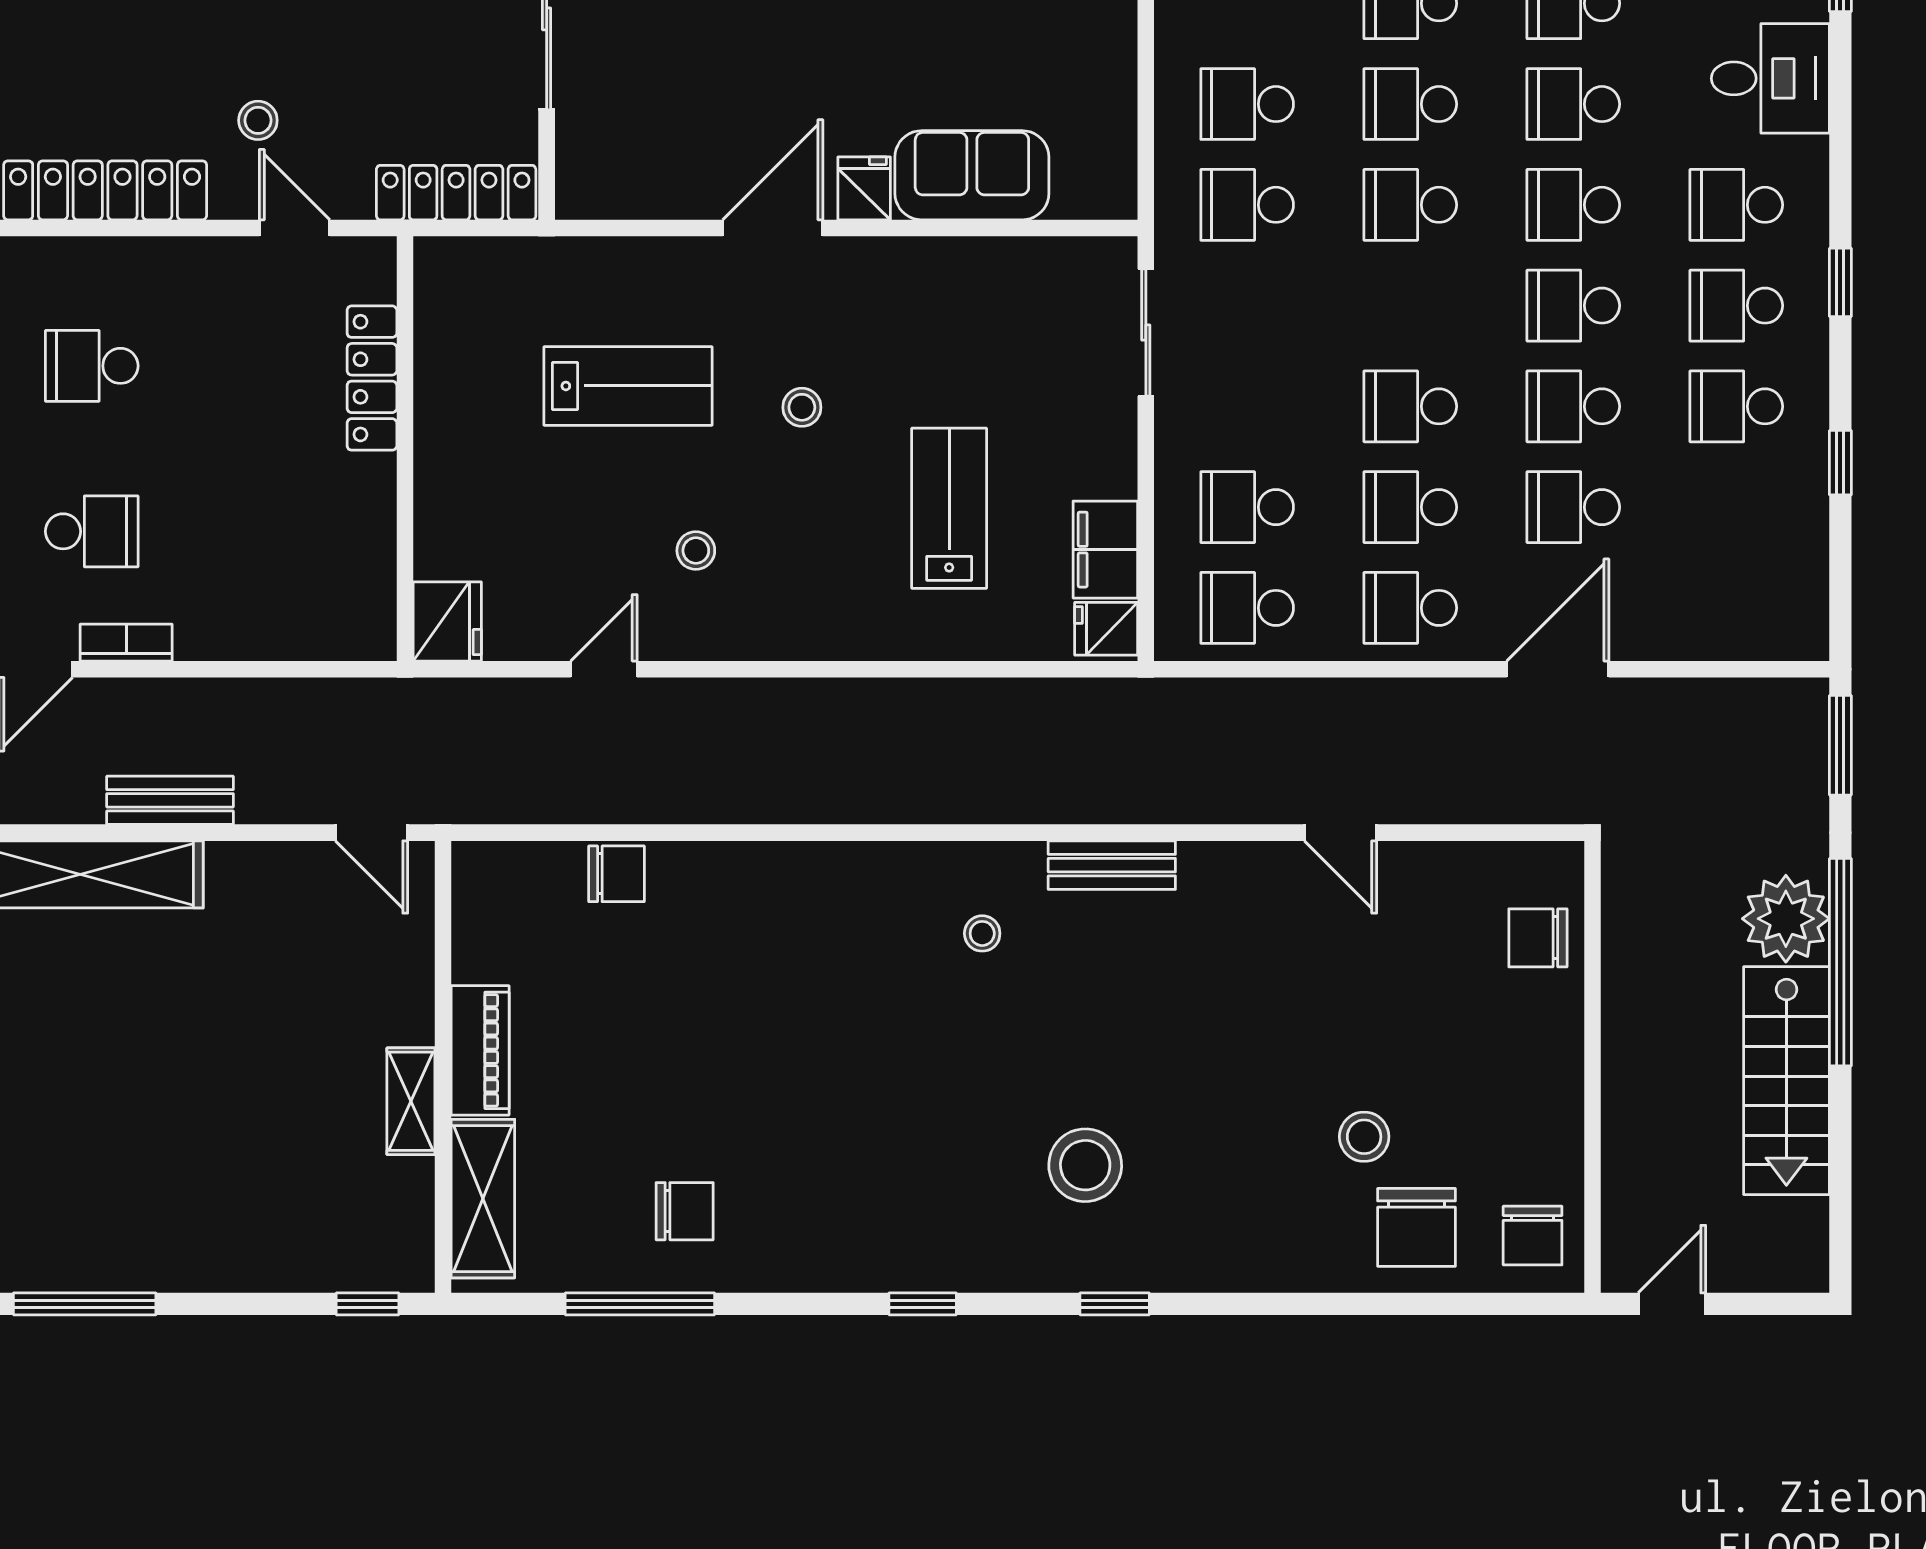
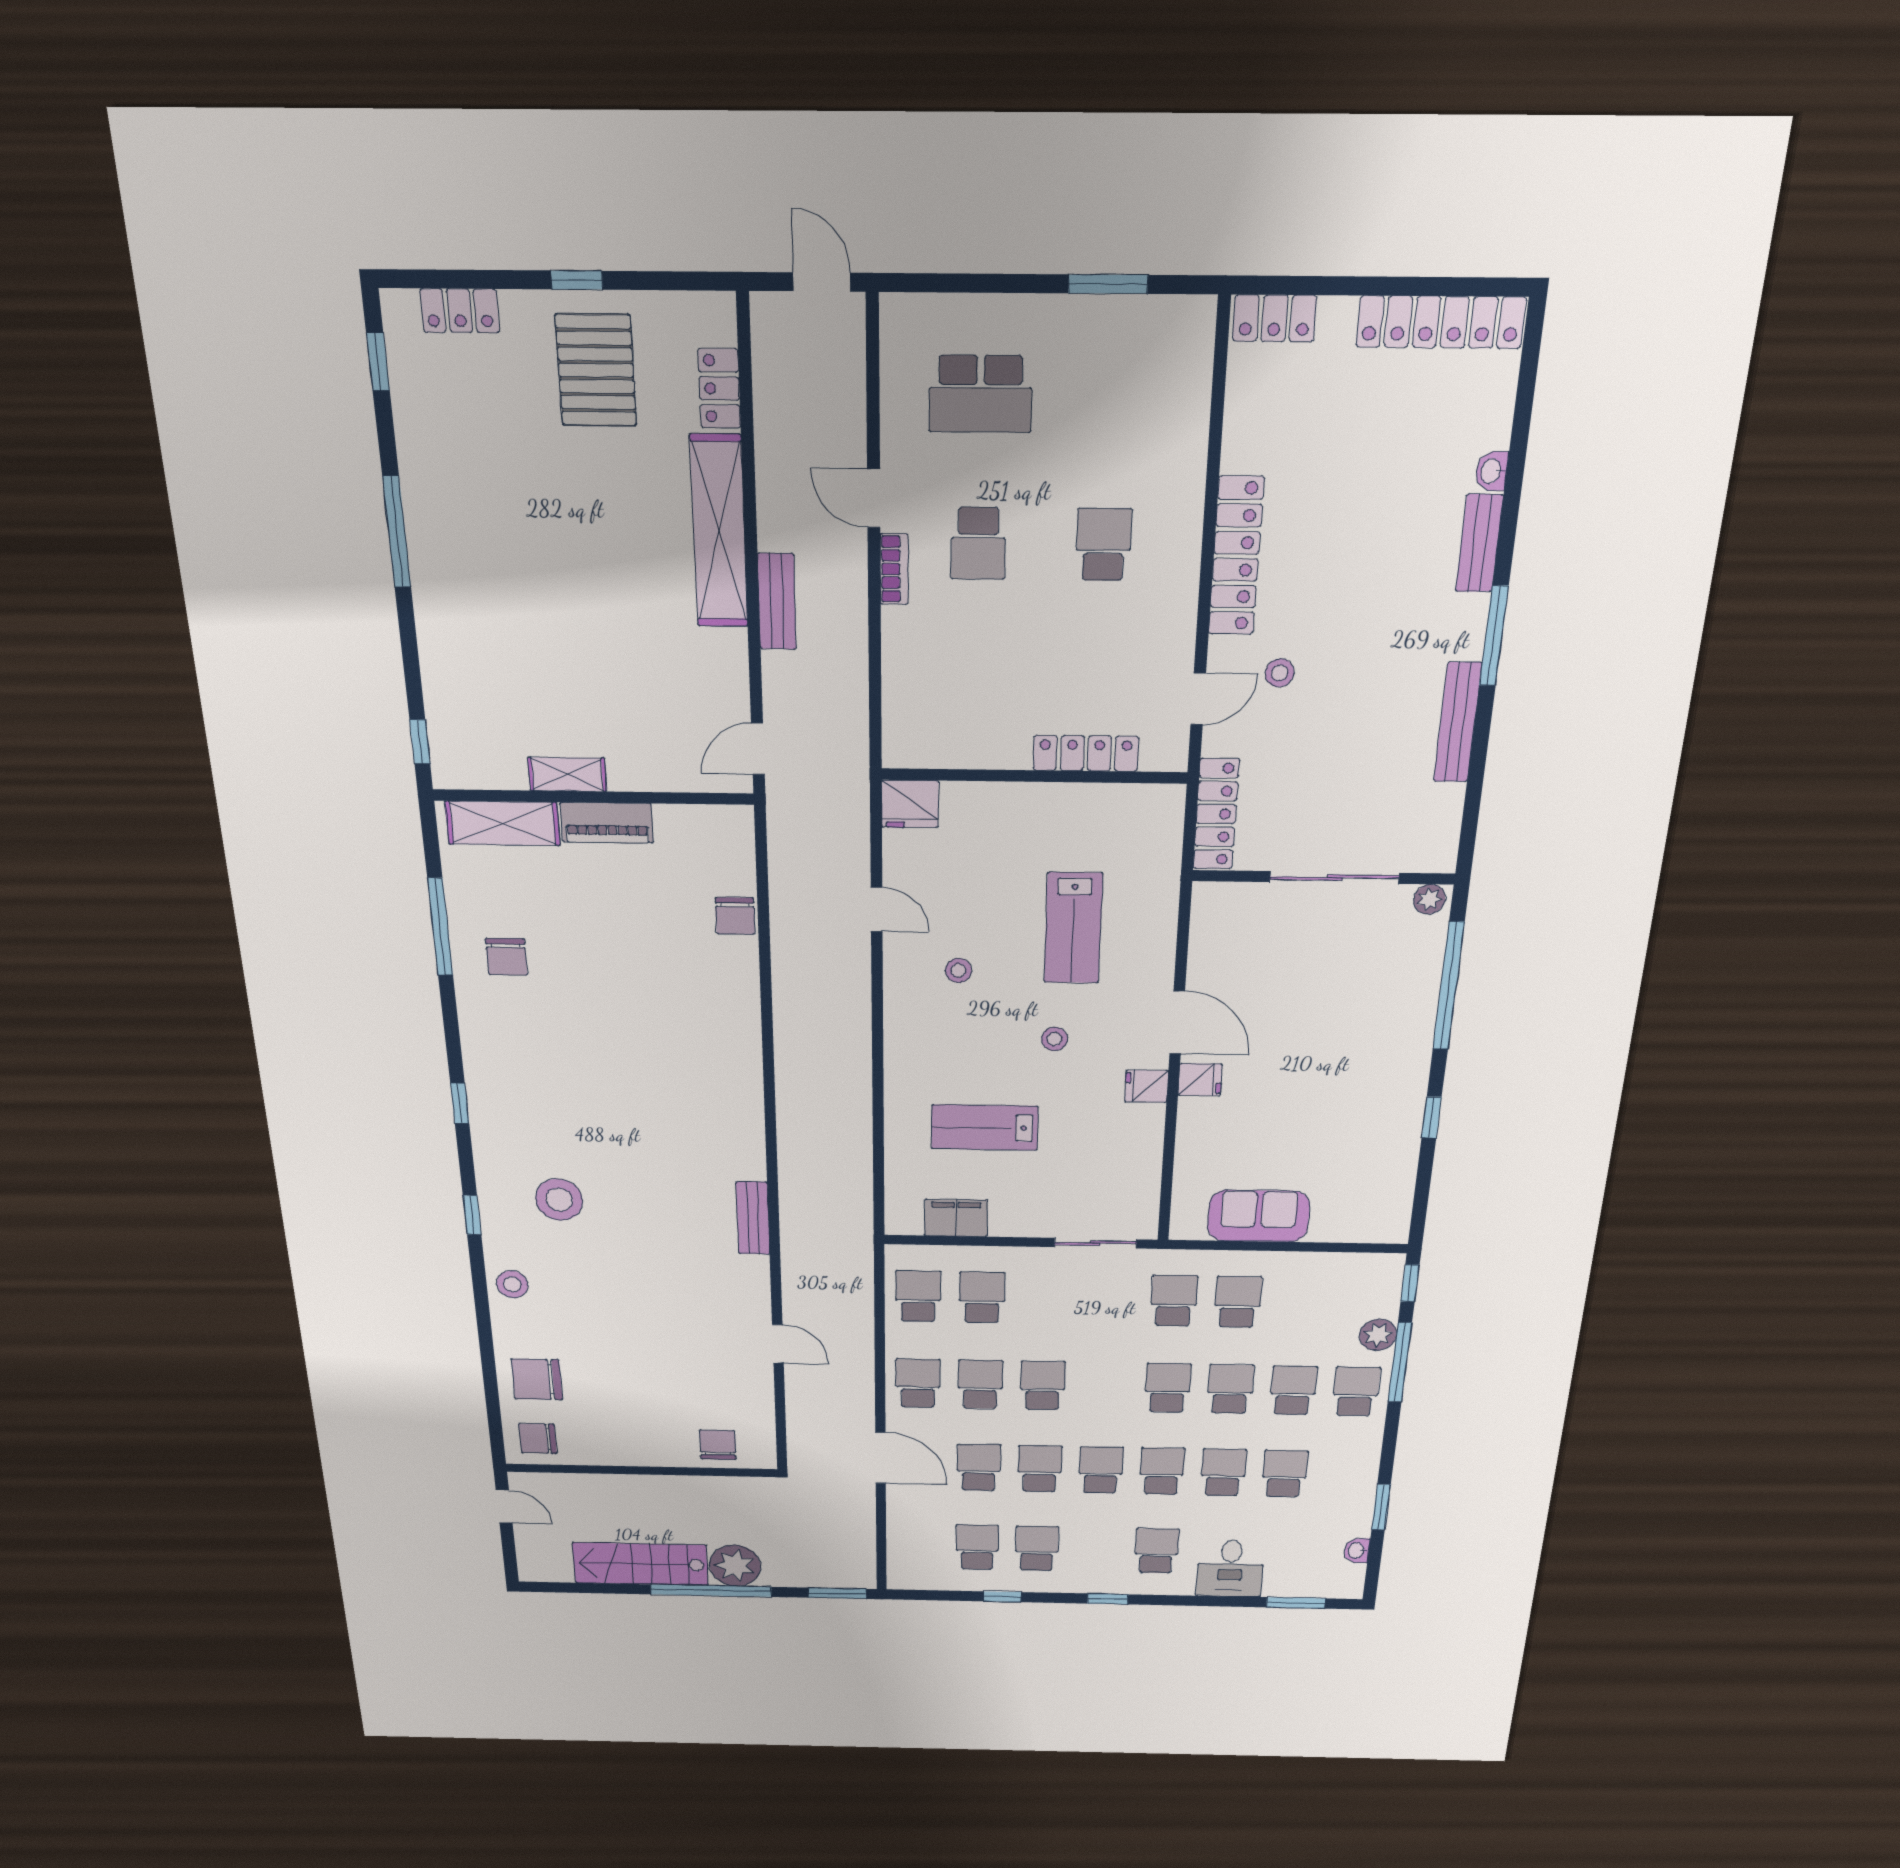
sofa: (972, 175) -> (1259, 1216), moved, turned -90
school desk: (1736, 306) -> (977, 1547), moved
lab bench: (949, 508) -> (985, 1127), turned 180
fridge: (1106, 629) -> (1146, 1086), moved, turned -90
door: (1340, 833) -> (778, 1344), swing flipped
stool: (982, 933) -> (705, 1143), removed
stool: (1364, 1137) -> (512, 1284), moved

